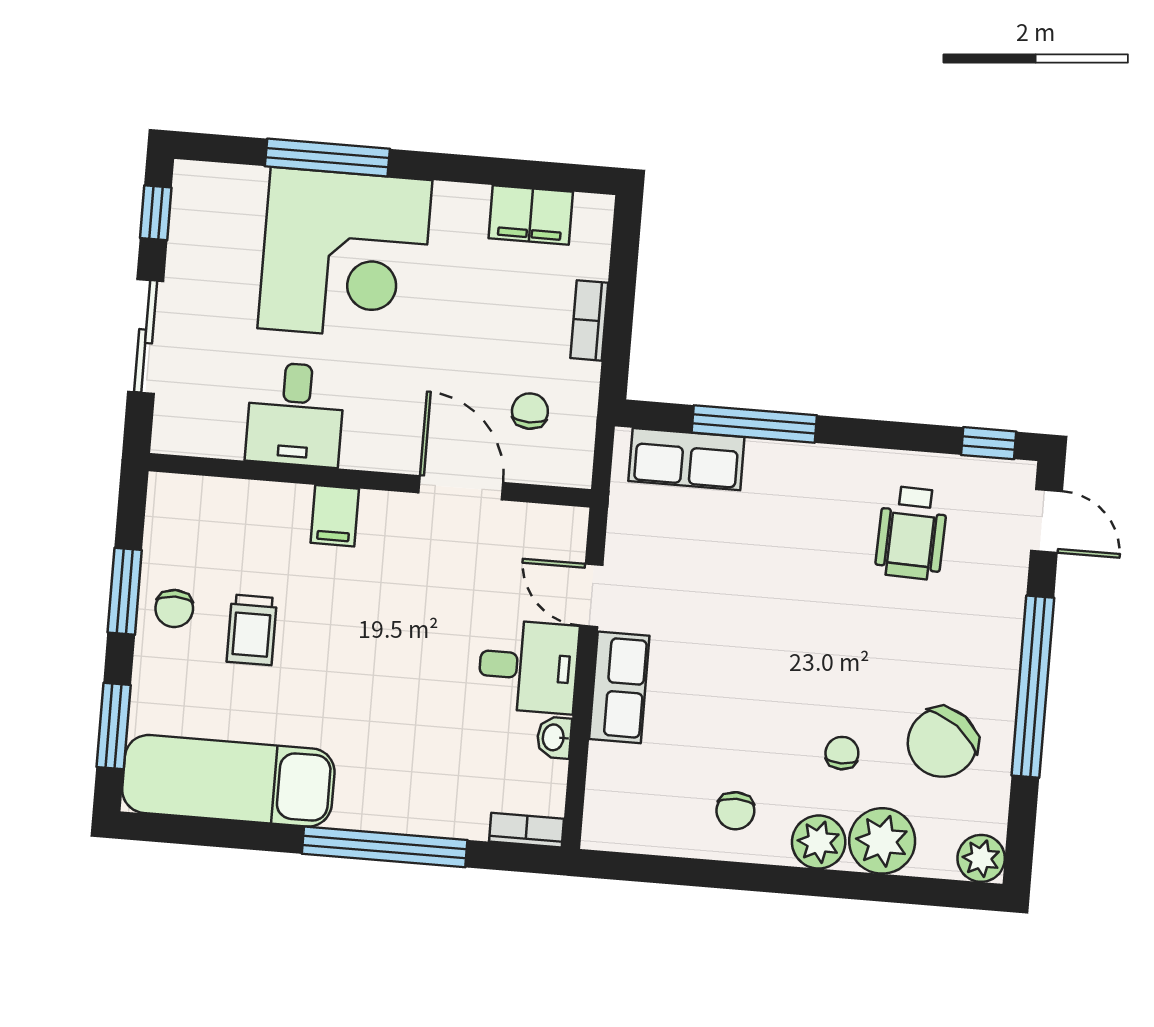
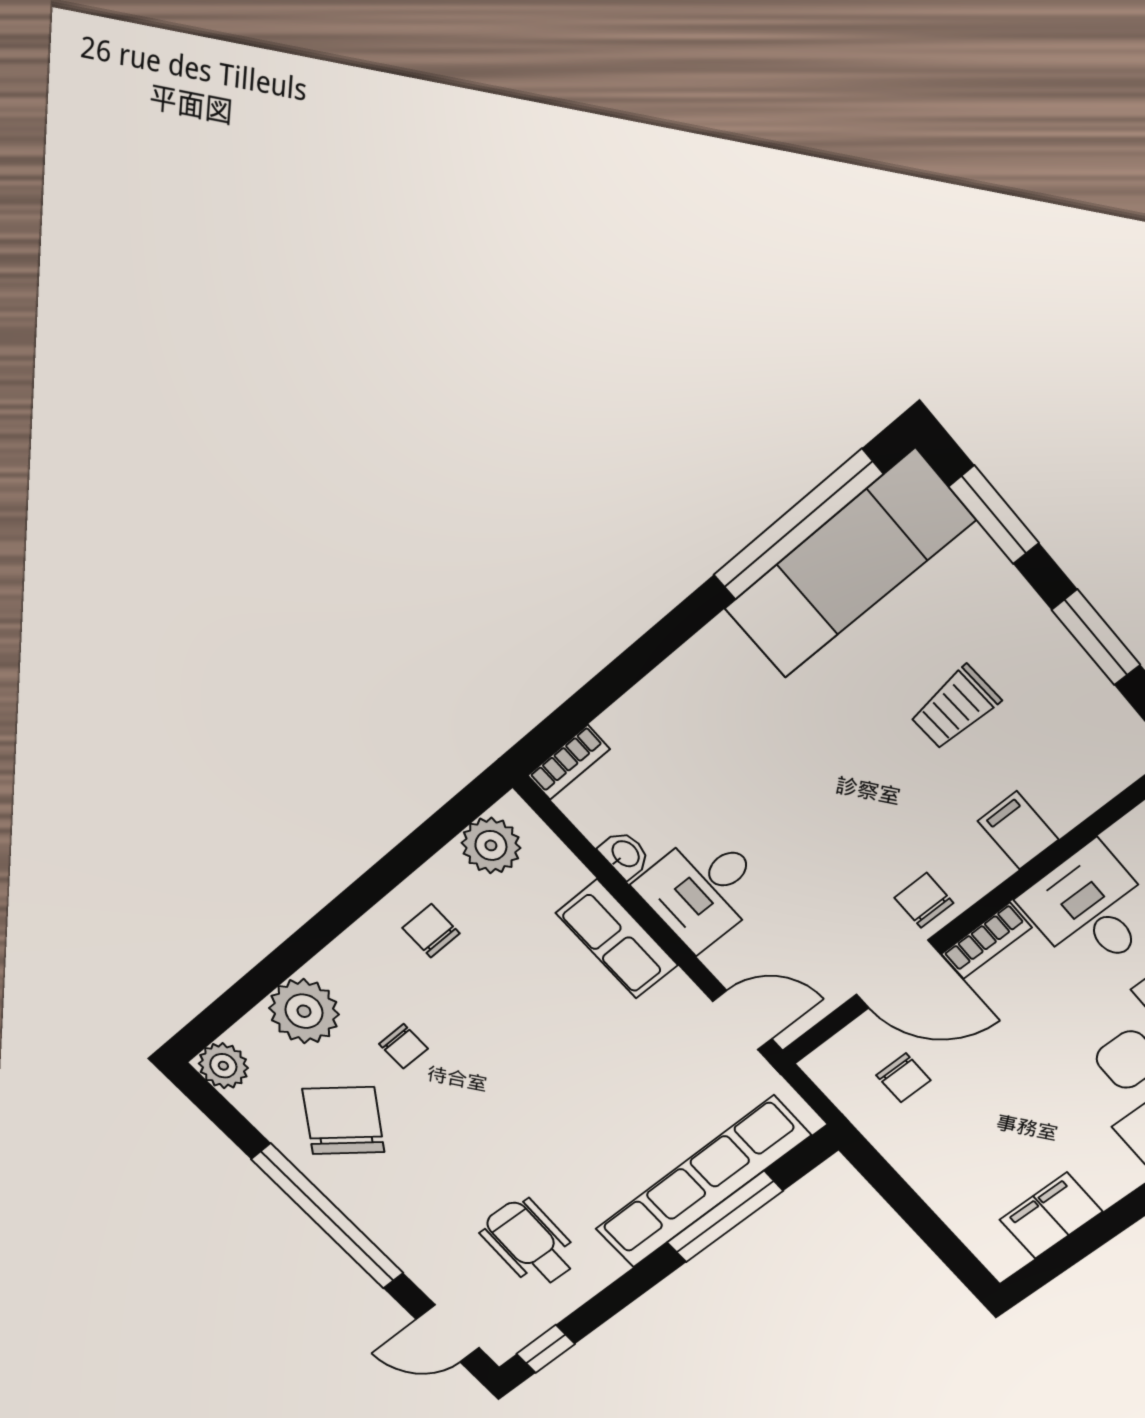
bookcase: (589, 320) -> (986, 941), moved, turned 90
row of seats: (686, 459) -> (702, 1182), width x2.02
filing cabinet: (335, 516) -> (1018, 830), moved
door: (592, 595) -> (742, 1020), moved
chair: (174, 609) -> (924, 900), moved
trolley: (252, 630) -> (955, 708), turned -93
plant: (819, 842) -> (491, 845), moved
window: (385, 847) -> (798, 525), moved

